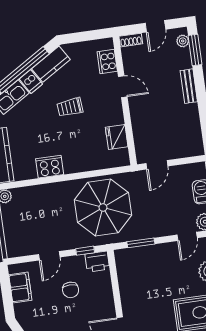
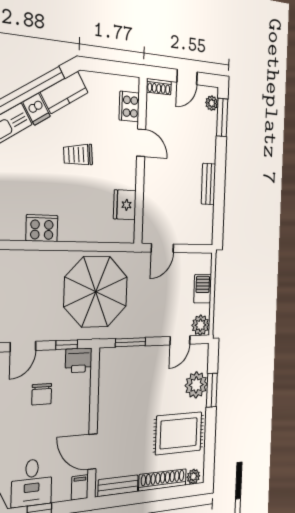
bench: (189, 86) -> (208, 184), moved

